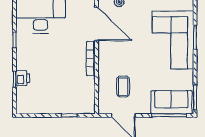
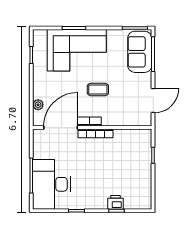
bookcase: (103, 52) -> (89, 122), added
coffee table: (123, 87) -> (98, 90), moved

